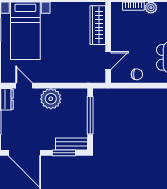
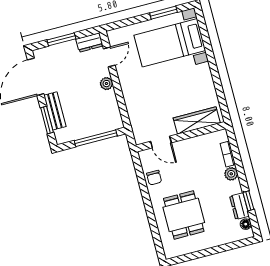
plant: (51, 99) -> (106, 84), width x0.53, depth x0.53
bench: (72, 144) -> (55, 111), moved

